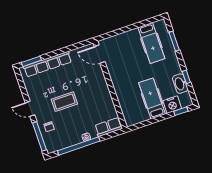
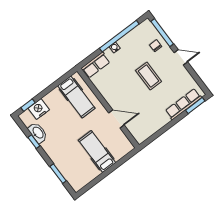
hospital bed: (151, 43) -> (97, 152), moved
door: (100, 54) -> (116, 119), moved
row of seats: (48, 64) -> (183, 104), width x0.73
hospital bed: (152, 98) -> (76, 97), moved
coffee table: (64, 102) -> (149, 76), turned 90

